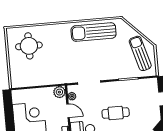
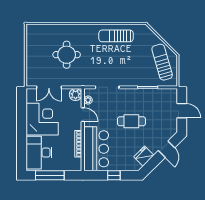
sun lounger: (94, 32) -> (116, 36), width x0.73, depth x0.75
round table: (29, 46) -> (67, 55), moved
double door: (33, 87) -> (49, 87), added

